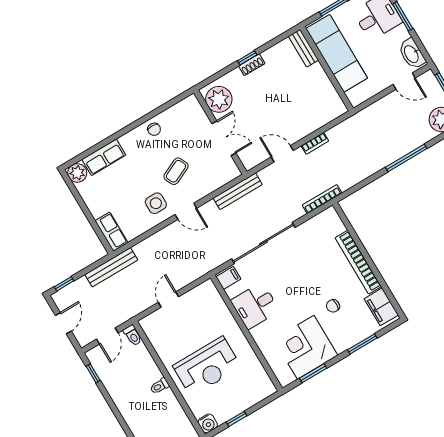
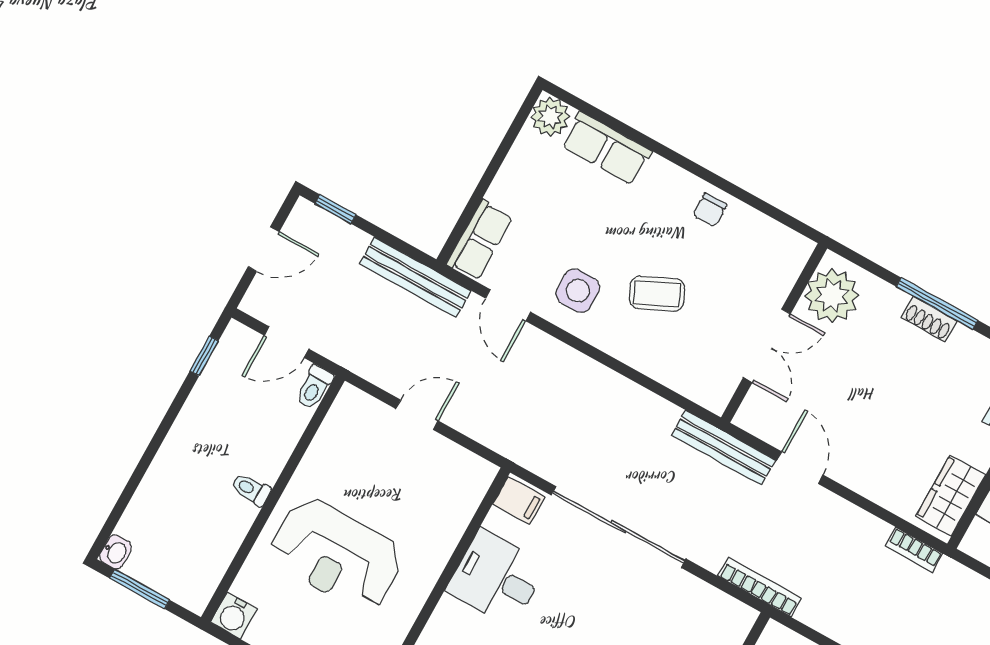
window: (247, 58) -> (937, 303), width x2.17
wardrobe: (330, 98) -> (951, 496), added
bookcase: (315, 143) -> (914, 550), moved
bench: (238, 191) -> (723, 448), moved
door: (186, 211) -> (508, 305), moved

